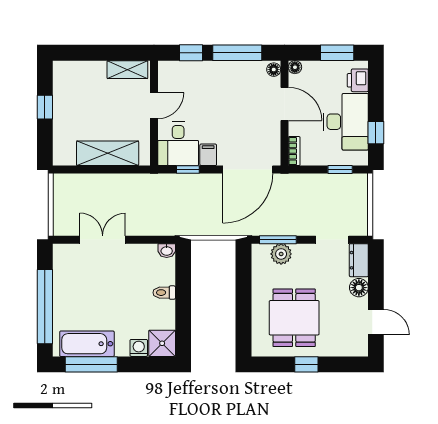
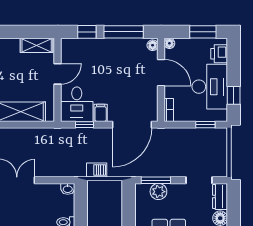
barbecue: (203, 227) -> (97, 170), added

